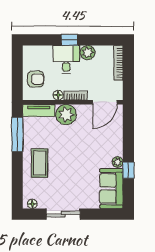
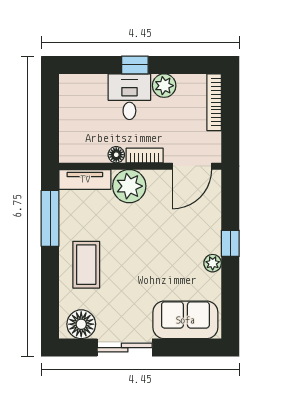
armchair: (36, 79) -> (80, 129), removed
window: (128, 170) -> (230, 243), moved
sofa: (111, 189) -> (185, 320), moved, turned 90
floor lamp: (32, 204) -> (81, 324), width x1.89, depth x1.89

